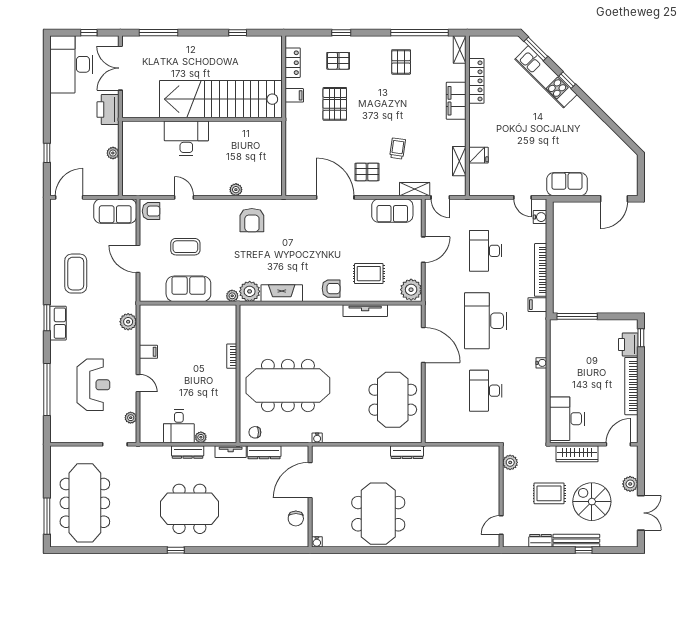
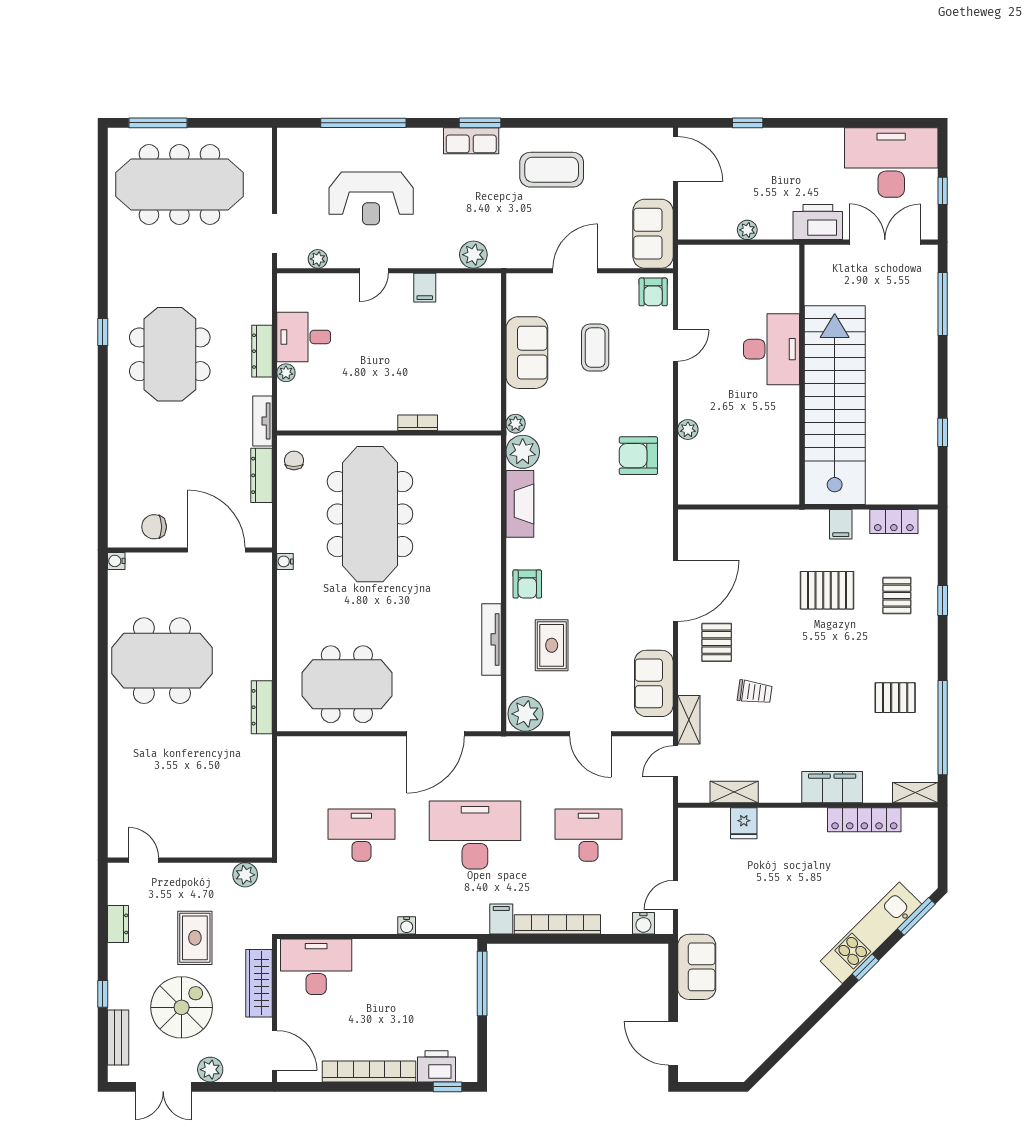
bench: (576, 541) -> (118, 1037), moved, width x0.73

